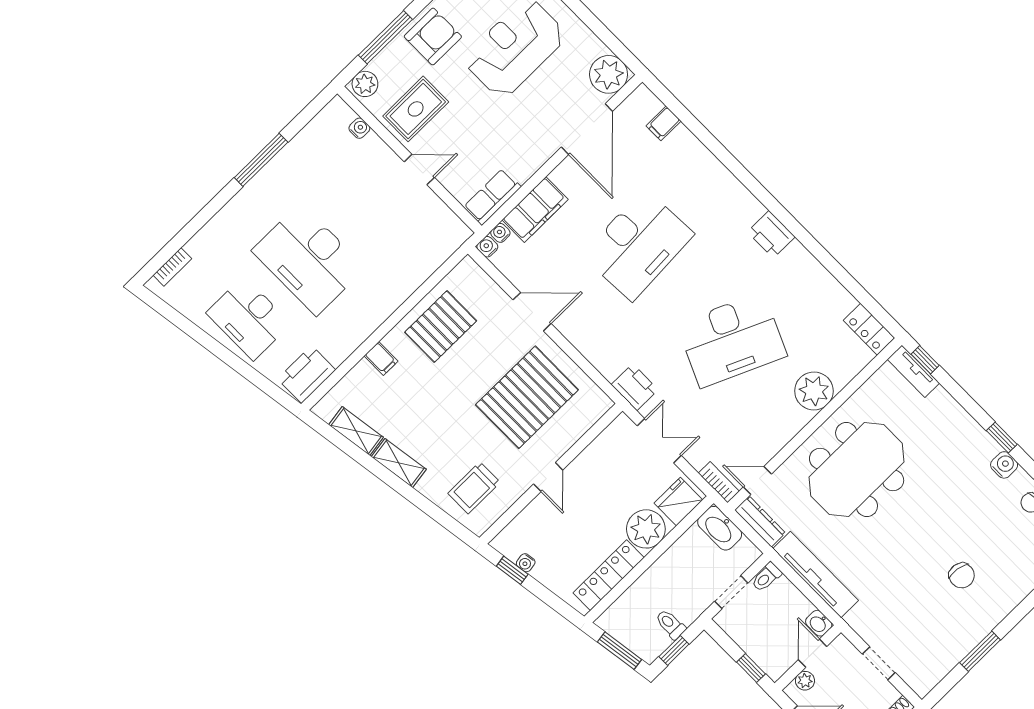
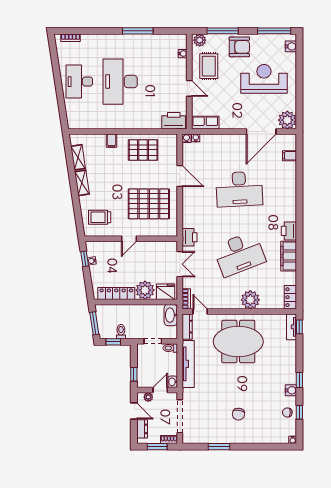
rug: (416, 109) -> (209, 66), turned 90
filing cabinet: (535, 210) -> (289, 256), moved, turned 90
desk: (732, 340) -> (239, 254), turned -45
printer: (307, 374) -> (174, 121), moved
doorway: (879, 663) -> (180, 416), width x1.87

